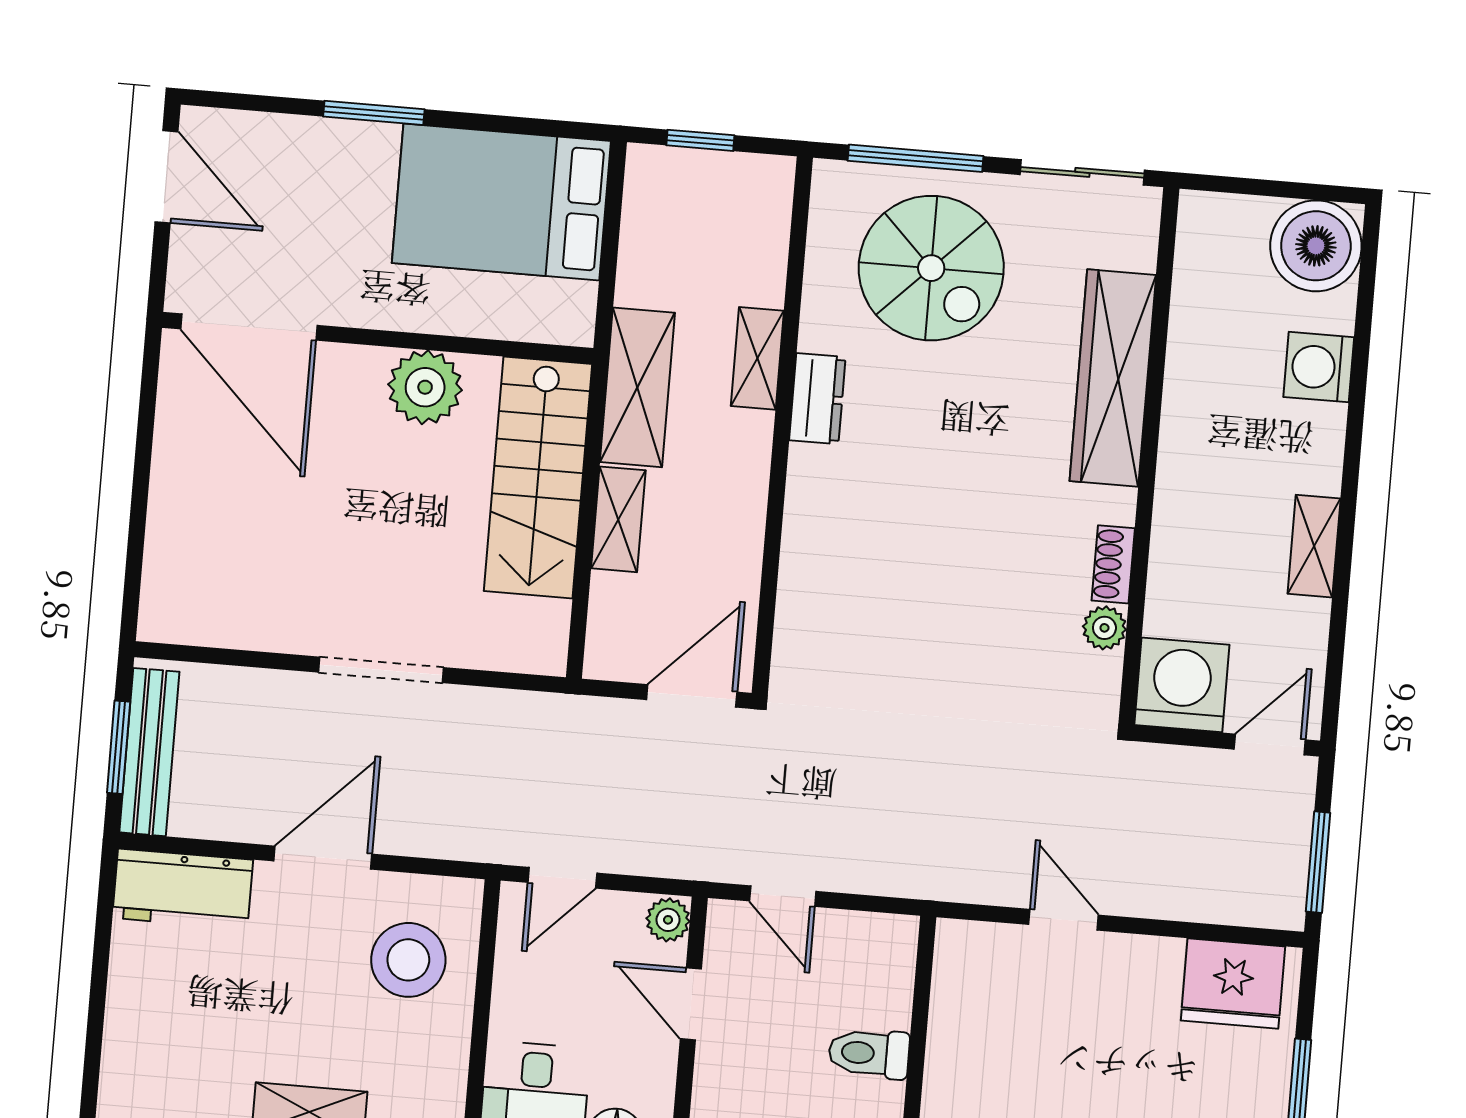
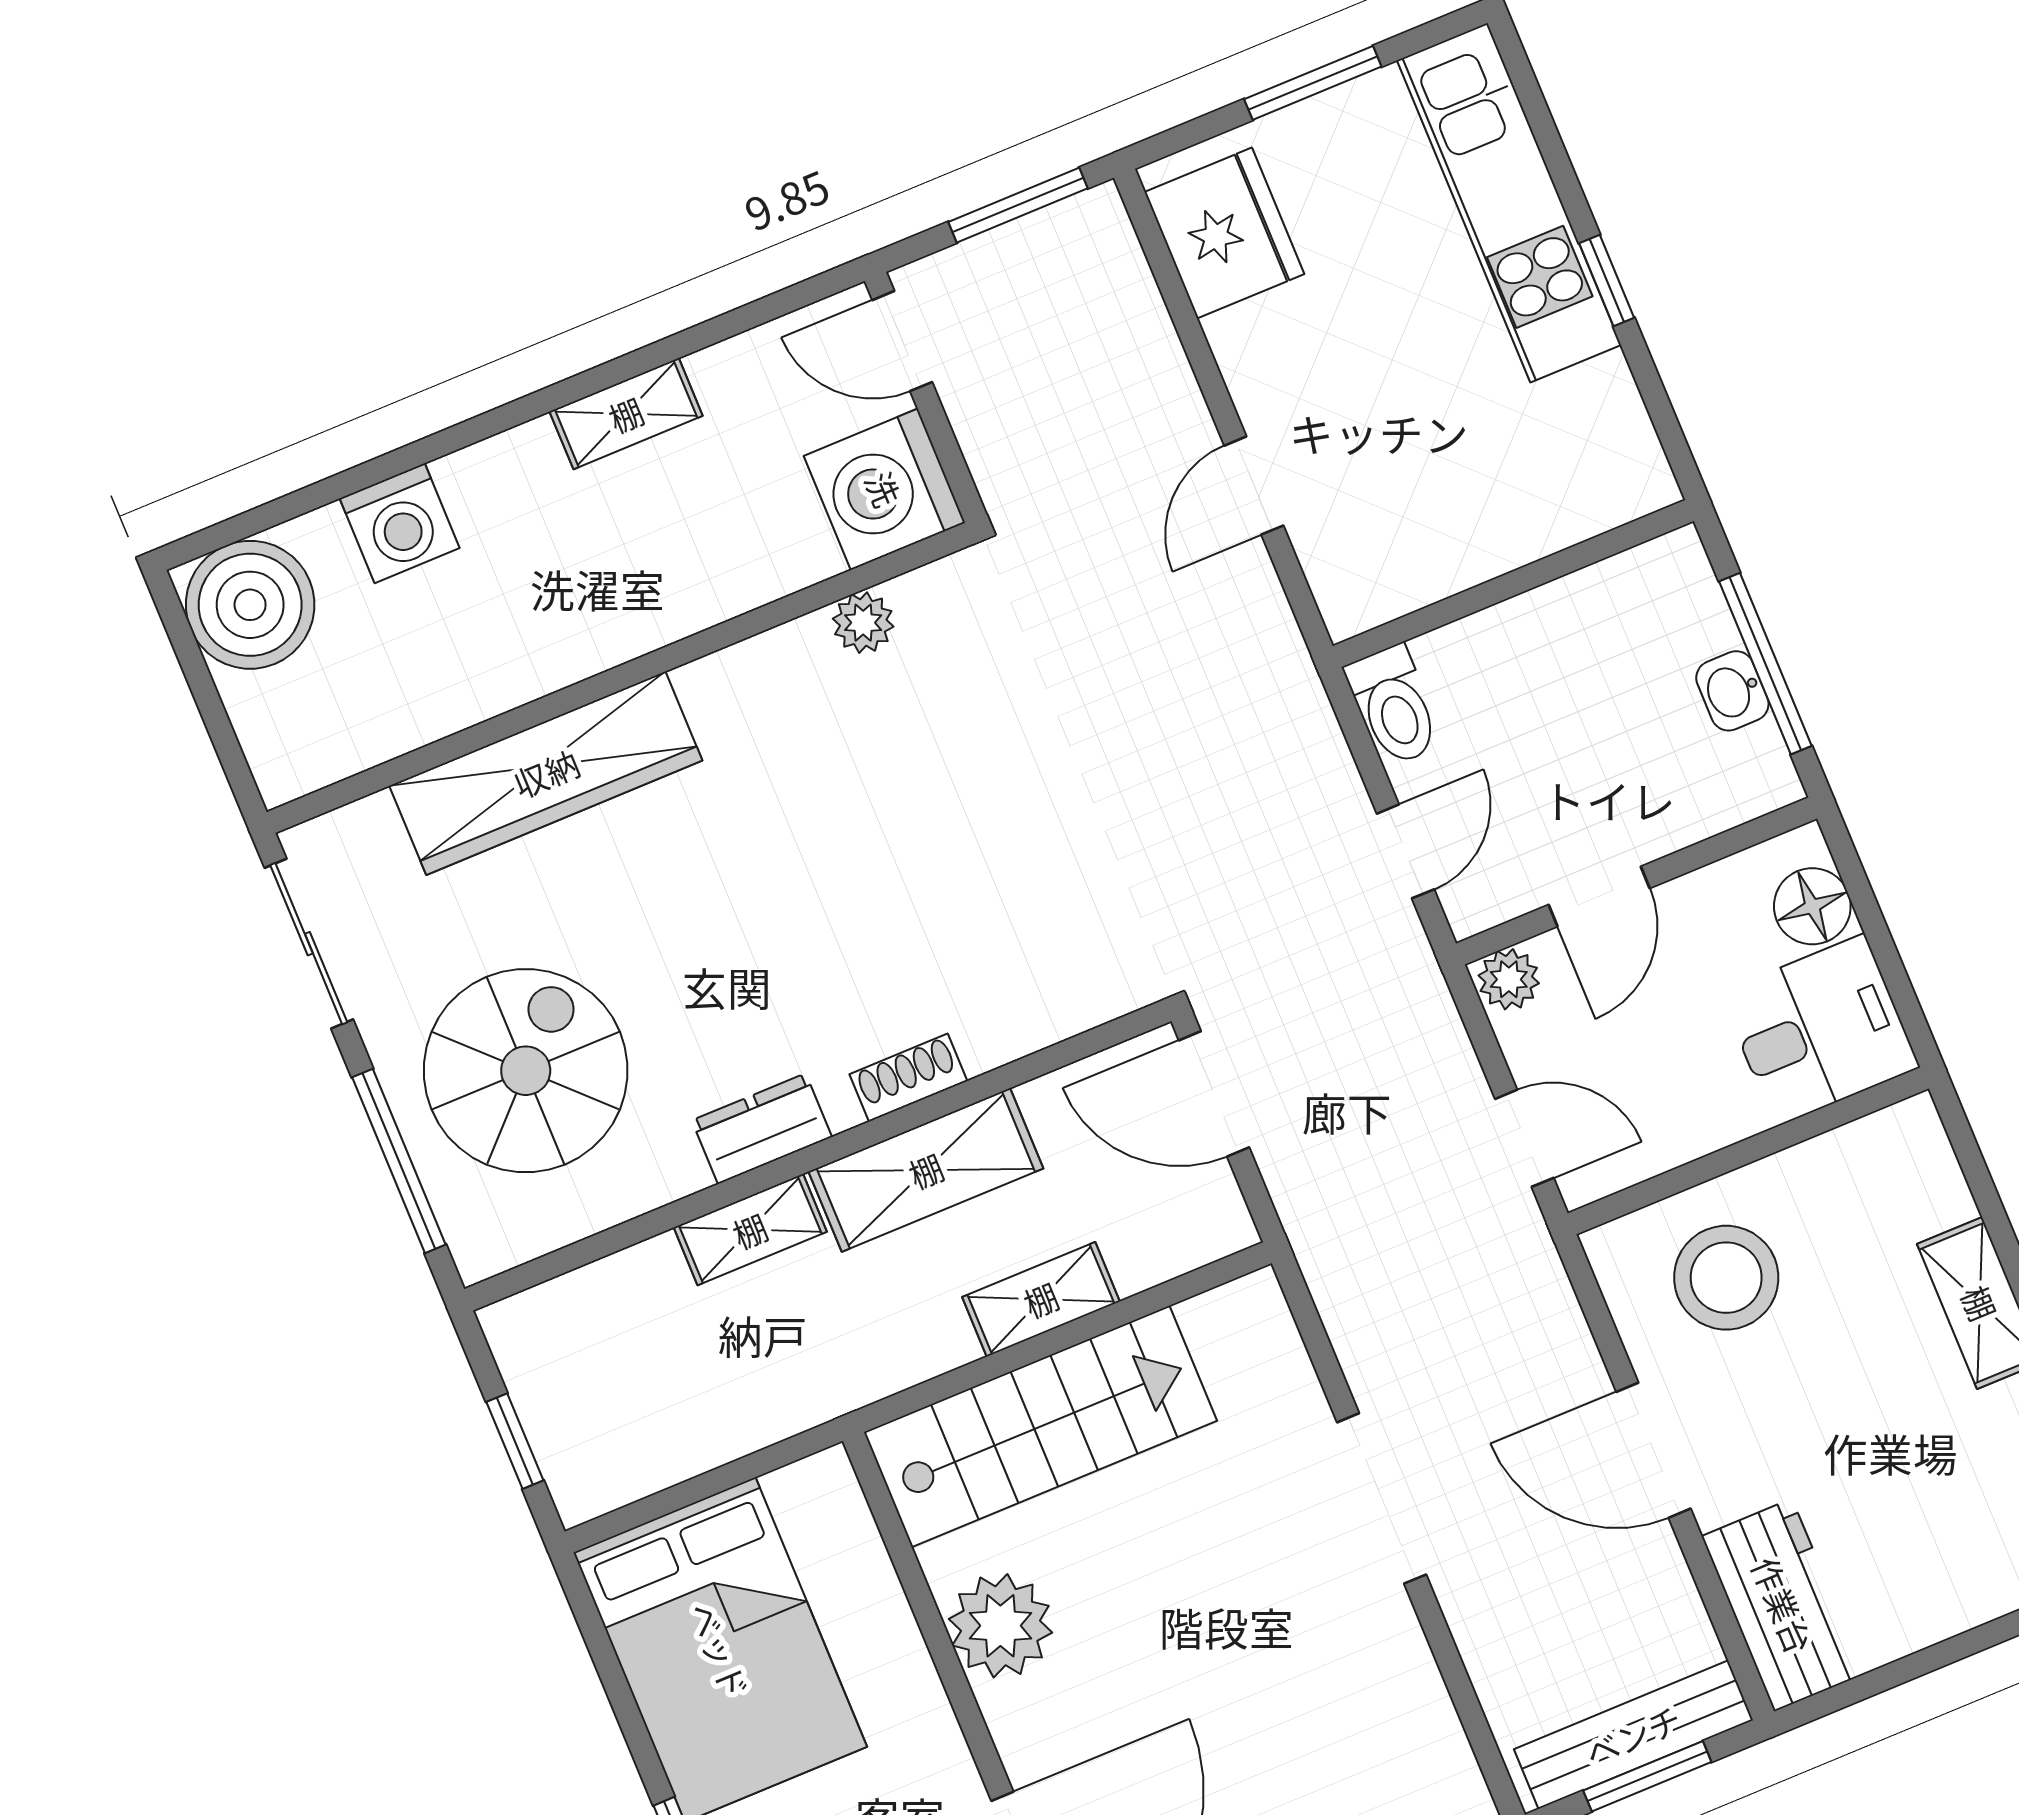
shelving: (637, 387) -> (926, 1170), moved
shoe rack: (1113, 564) -> (908, 1078), moved, turned 180
toilet: (869, 1053) -> (1394, 706), moved

